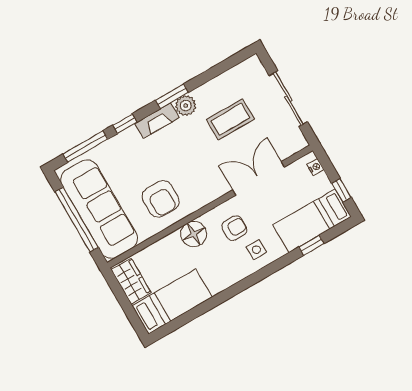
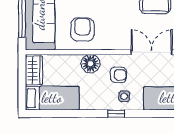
armchair: (161, 199) -> (82, 29), turned 180
window: (311, 245) -> (116, 114), moved

